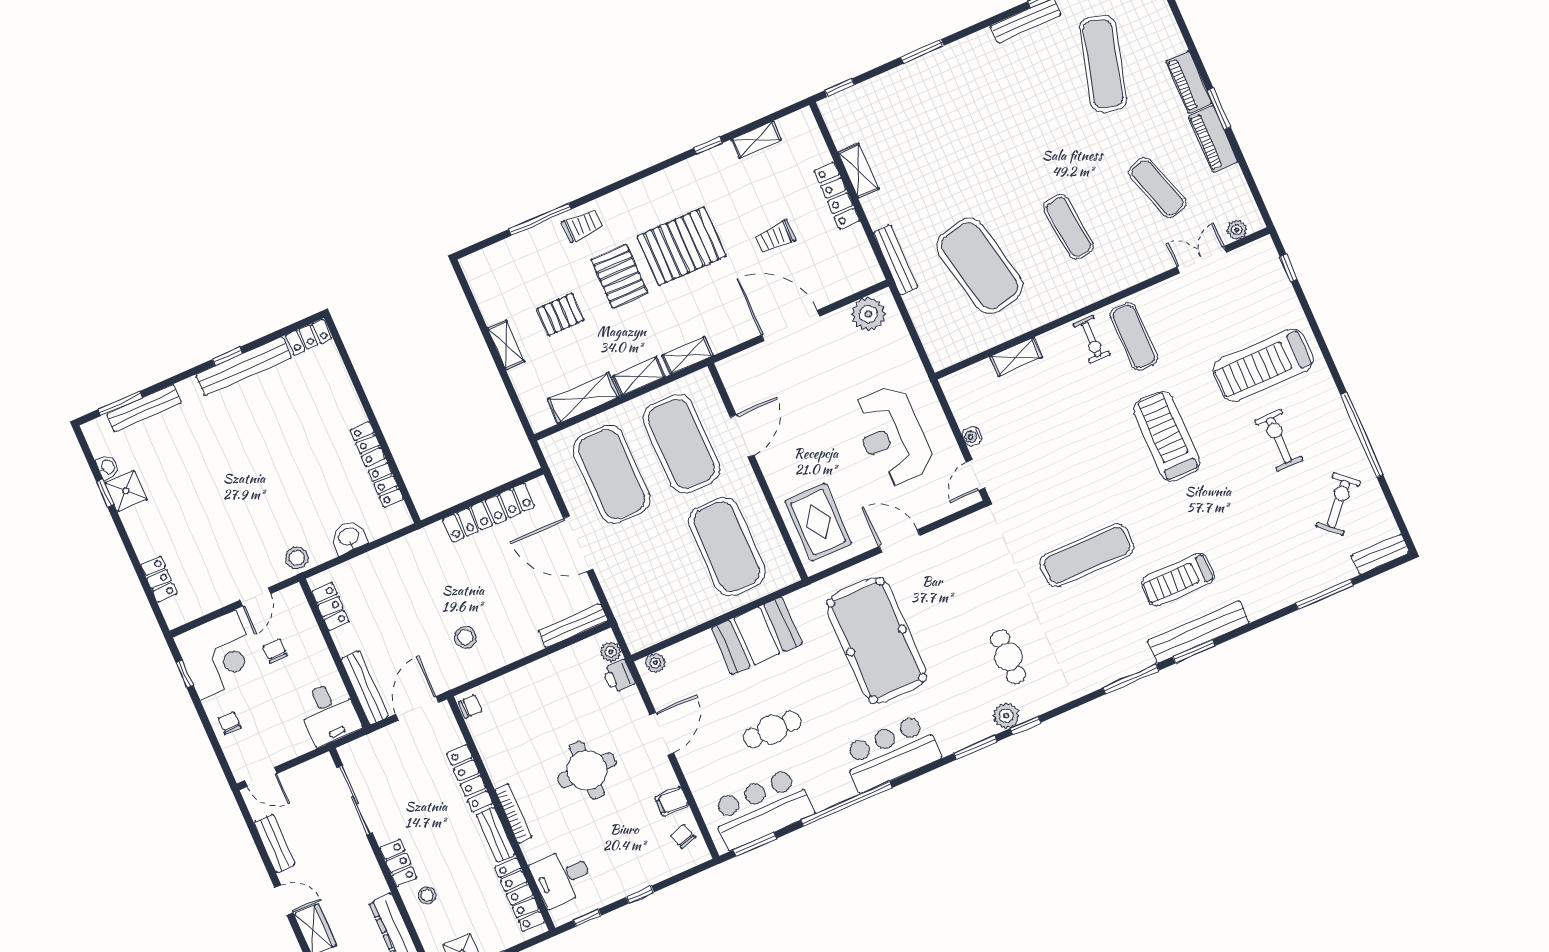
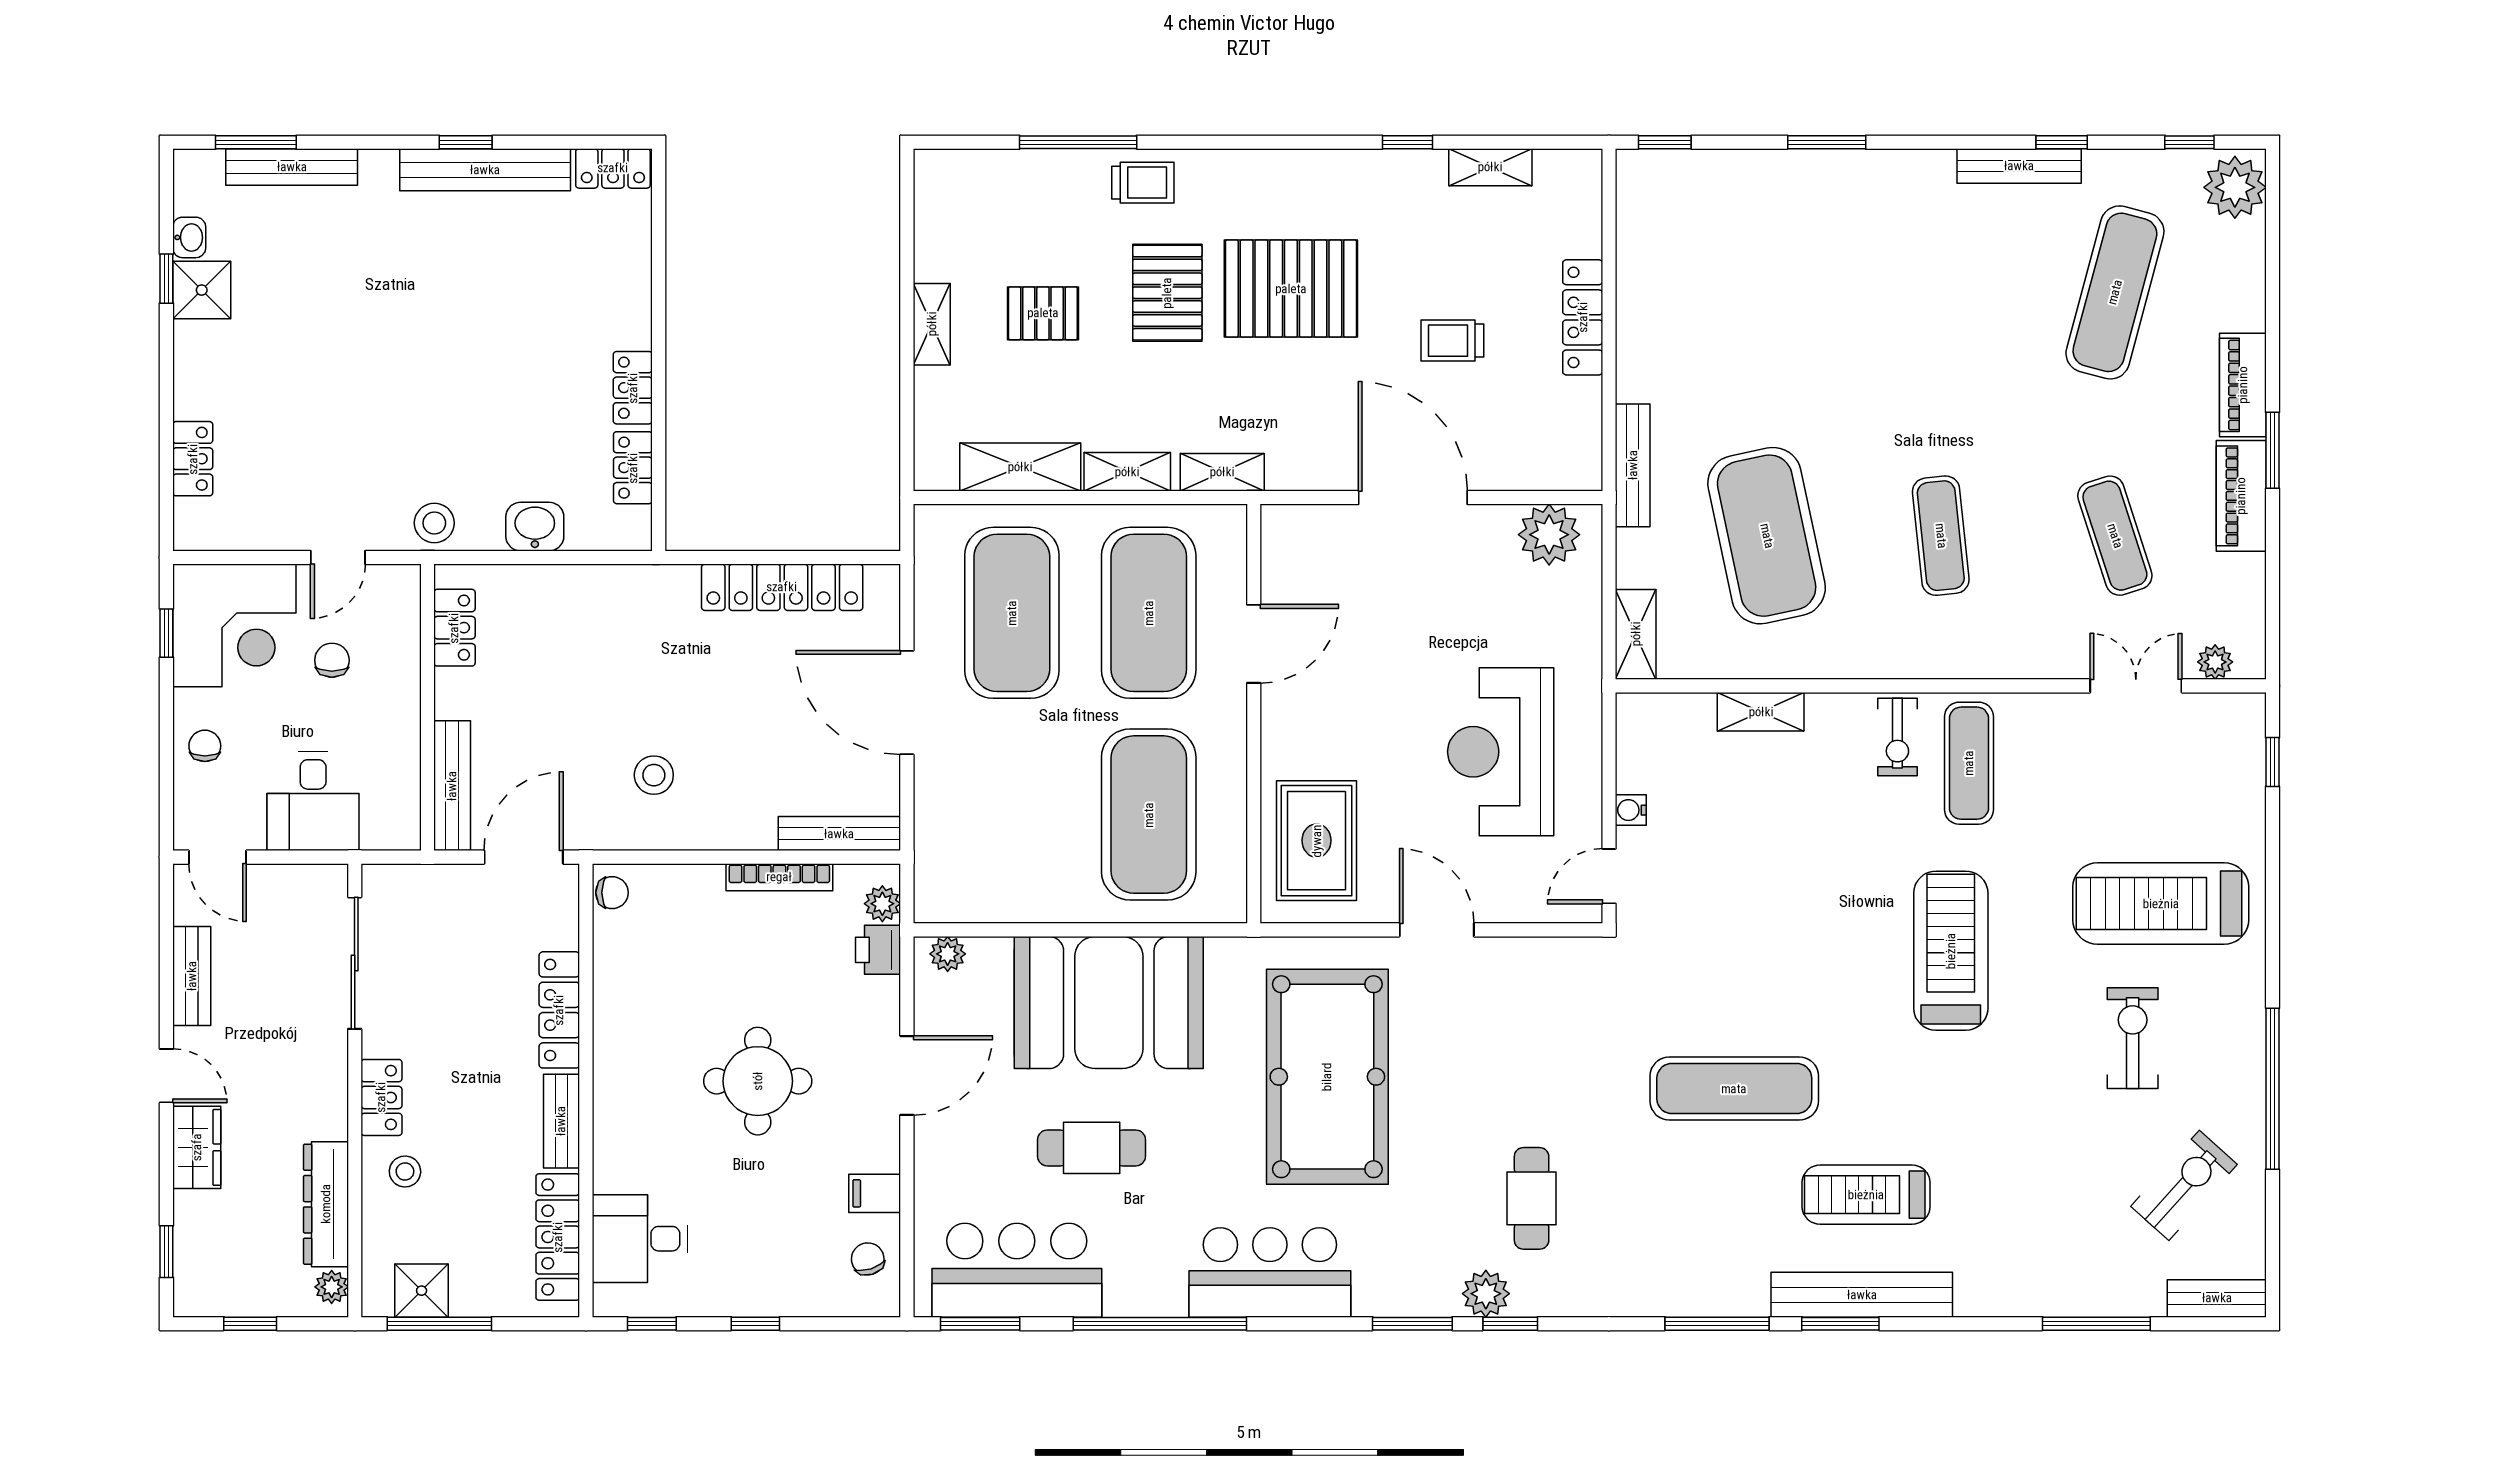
shelving: (858, 171) -> (1636, 634), moved
booth: (757, 636) -> (1109, 1003), width x1.36, depth x1.42
desk: (329, 713) -> (313, 801), moved
bookcase: (513, 813) -> (779, 877), moved, turned 90

